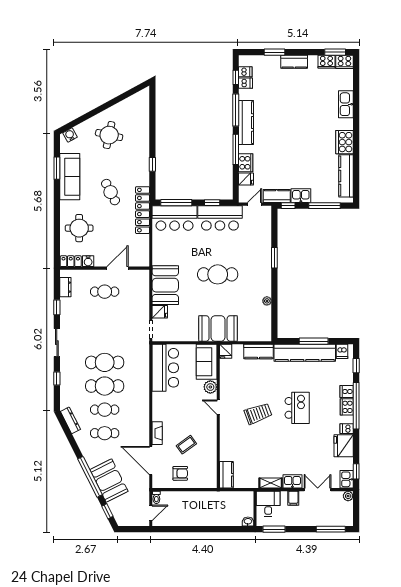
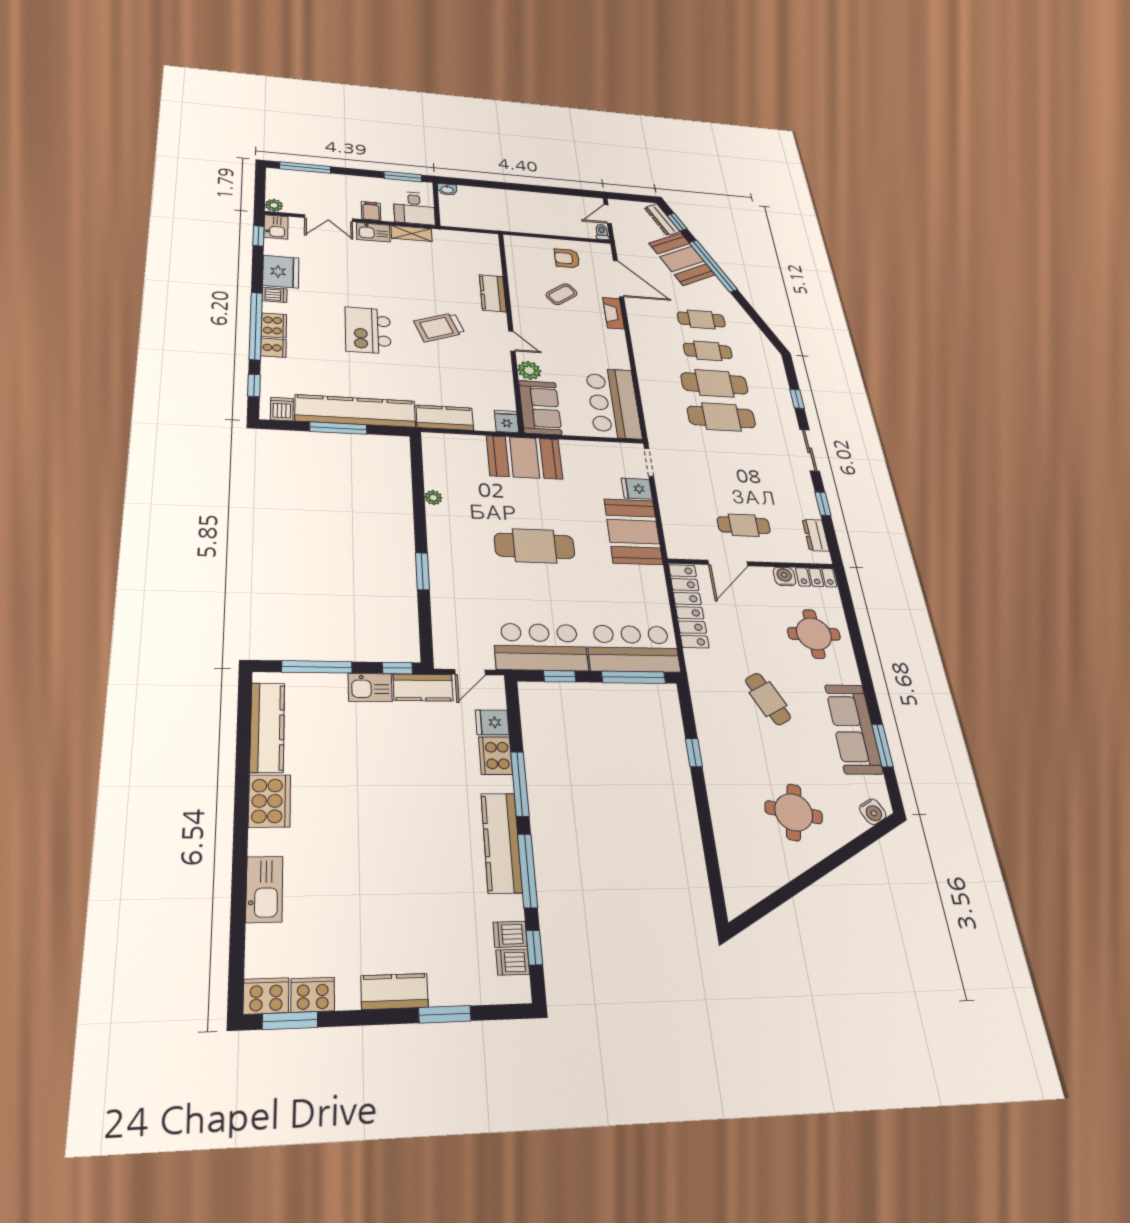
locker: (143, 210) -> (689, 606), moved
dresser: (70, 420) -> (662, 220), moved
kitchen counter: (226, 475) -> (493, 293), moved

